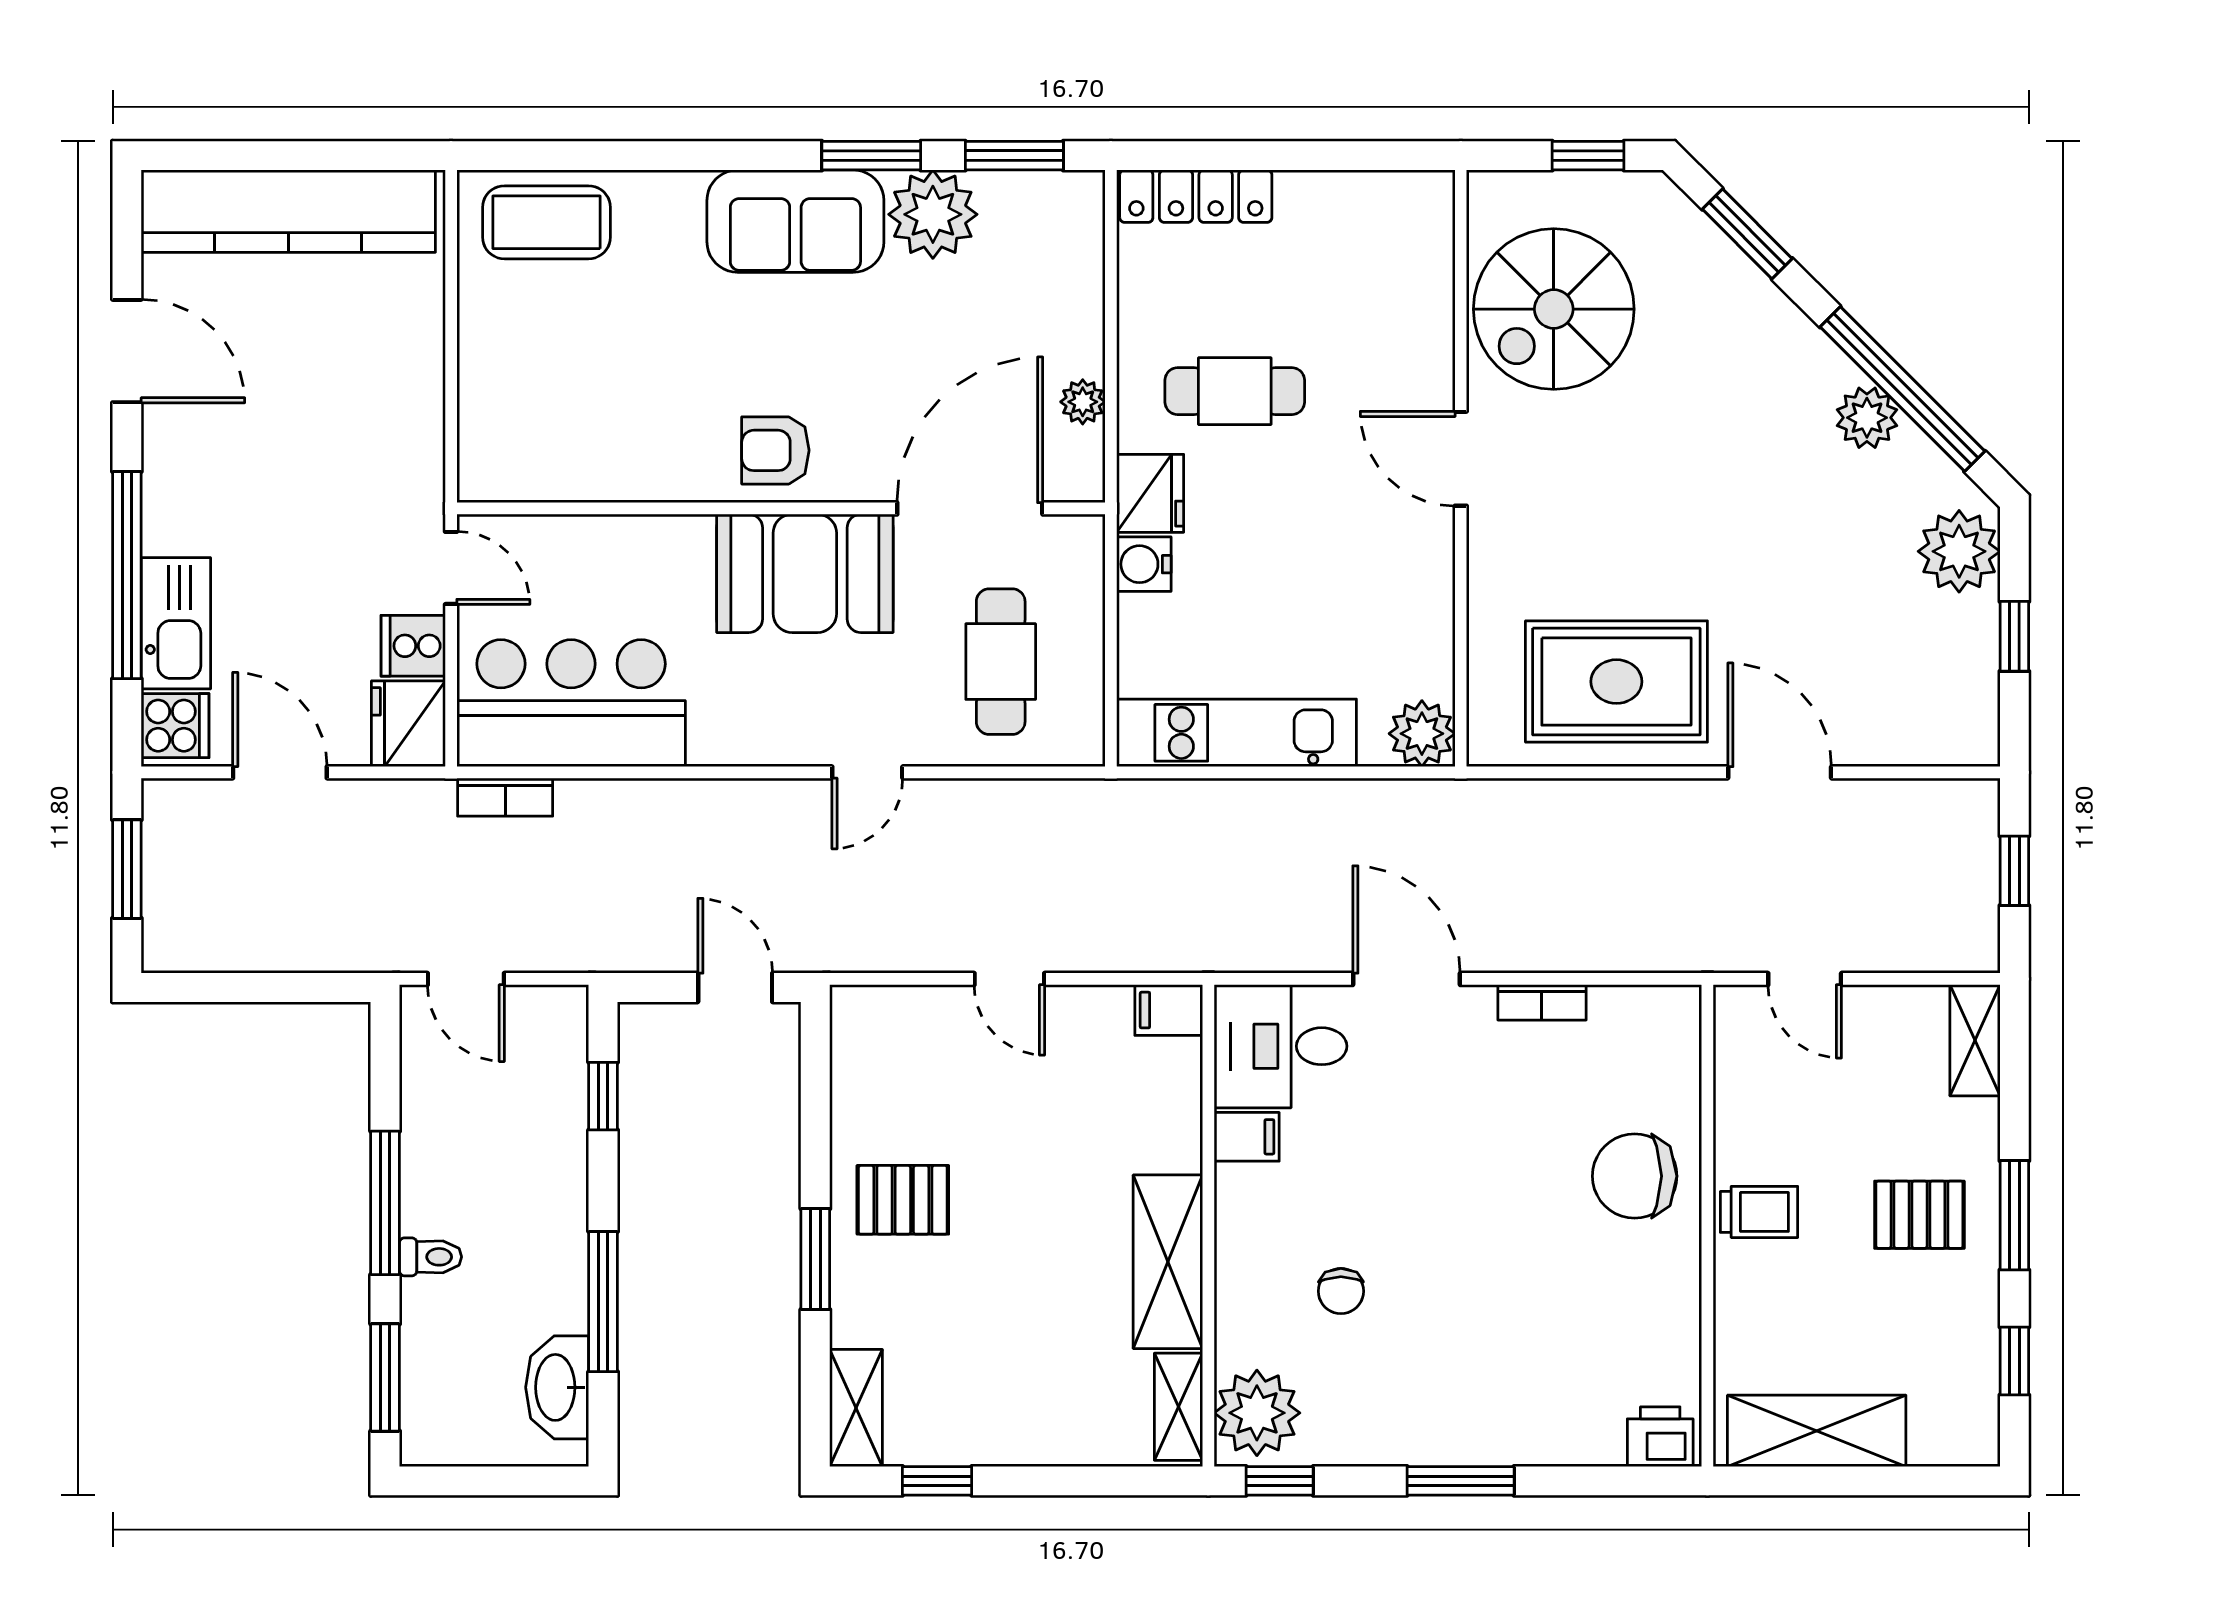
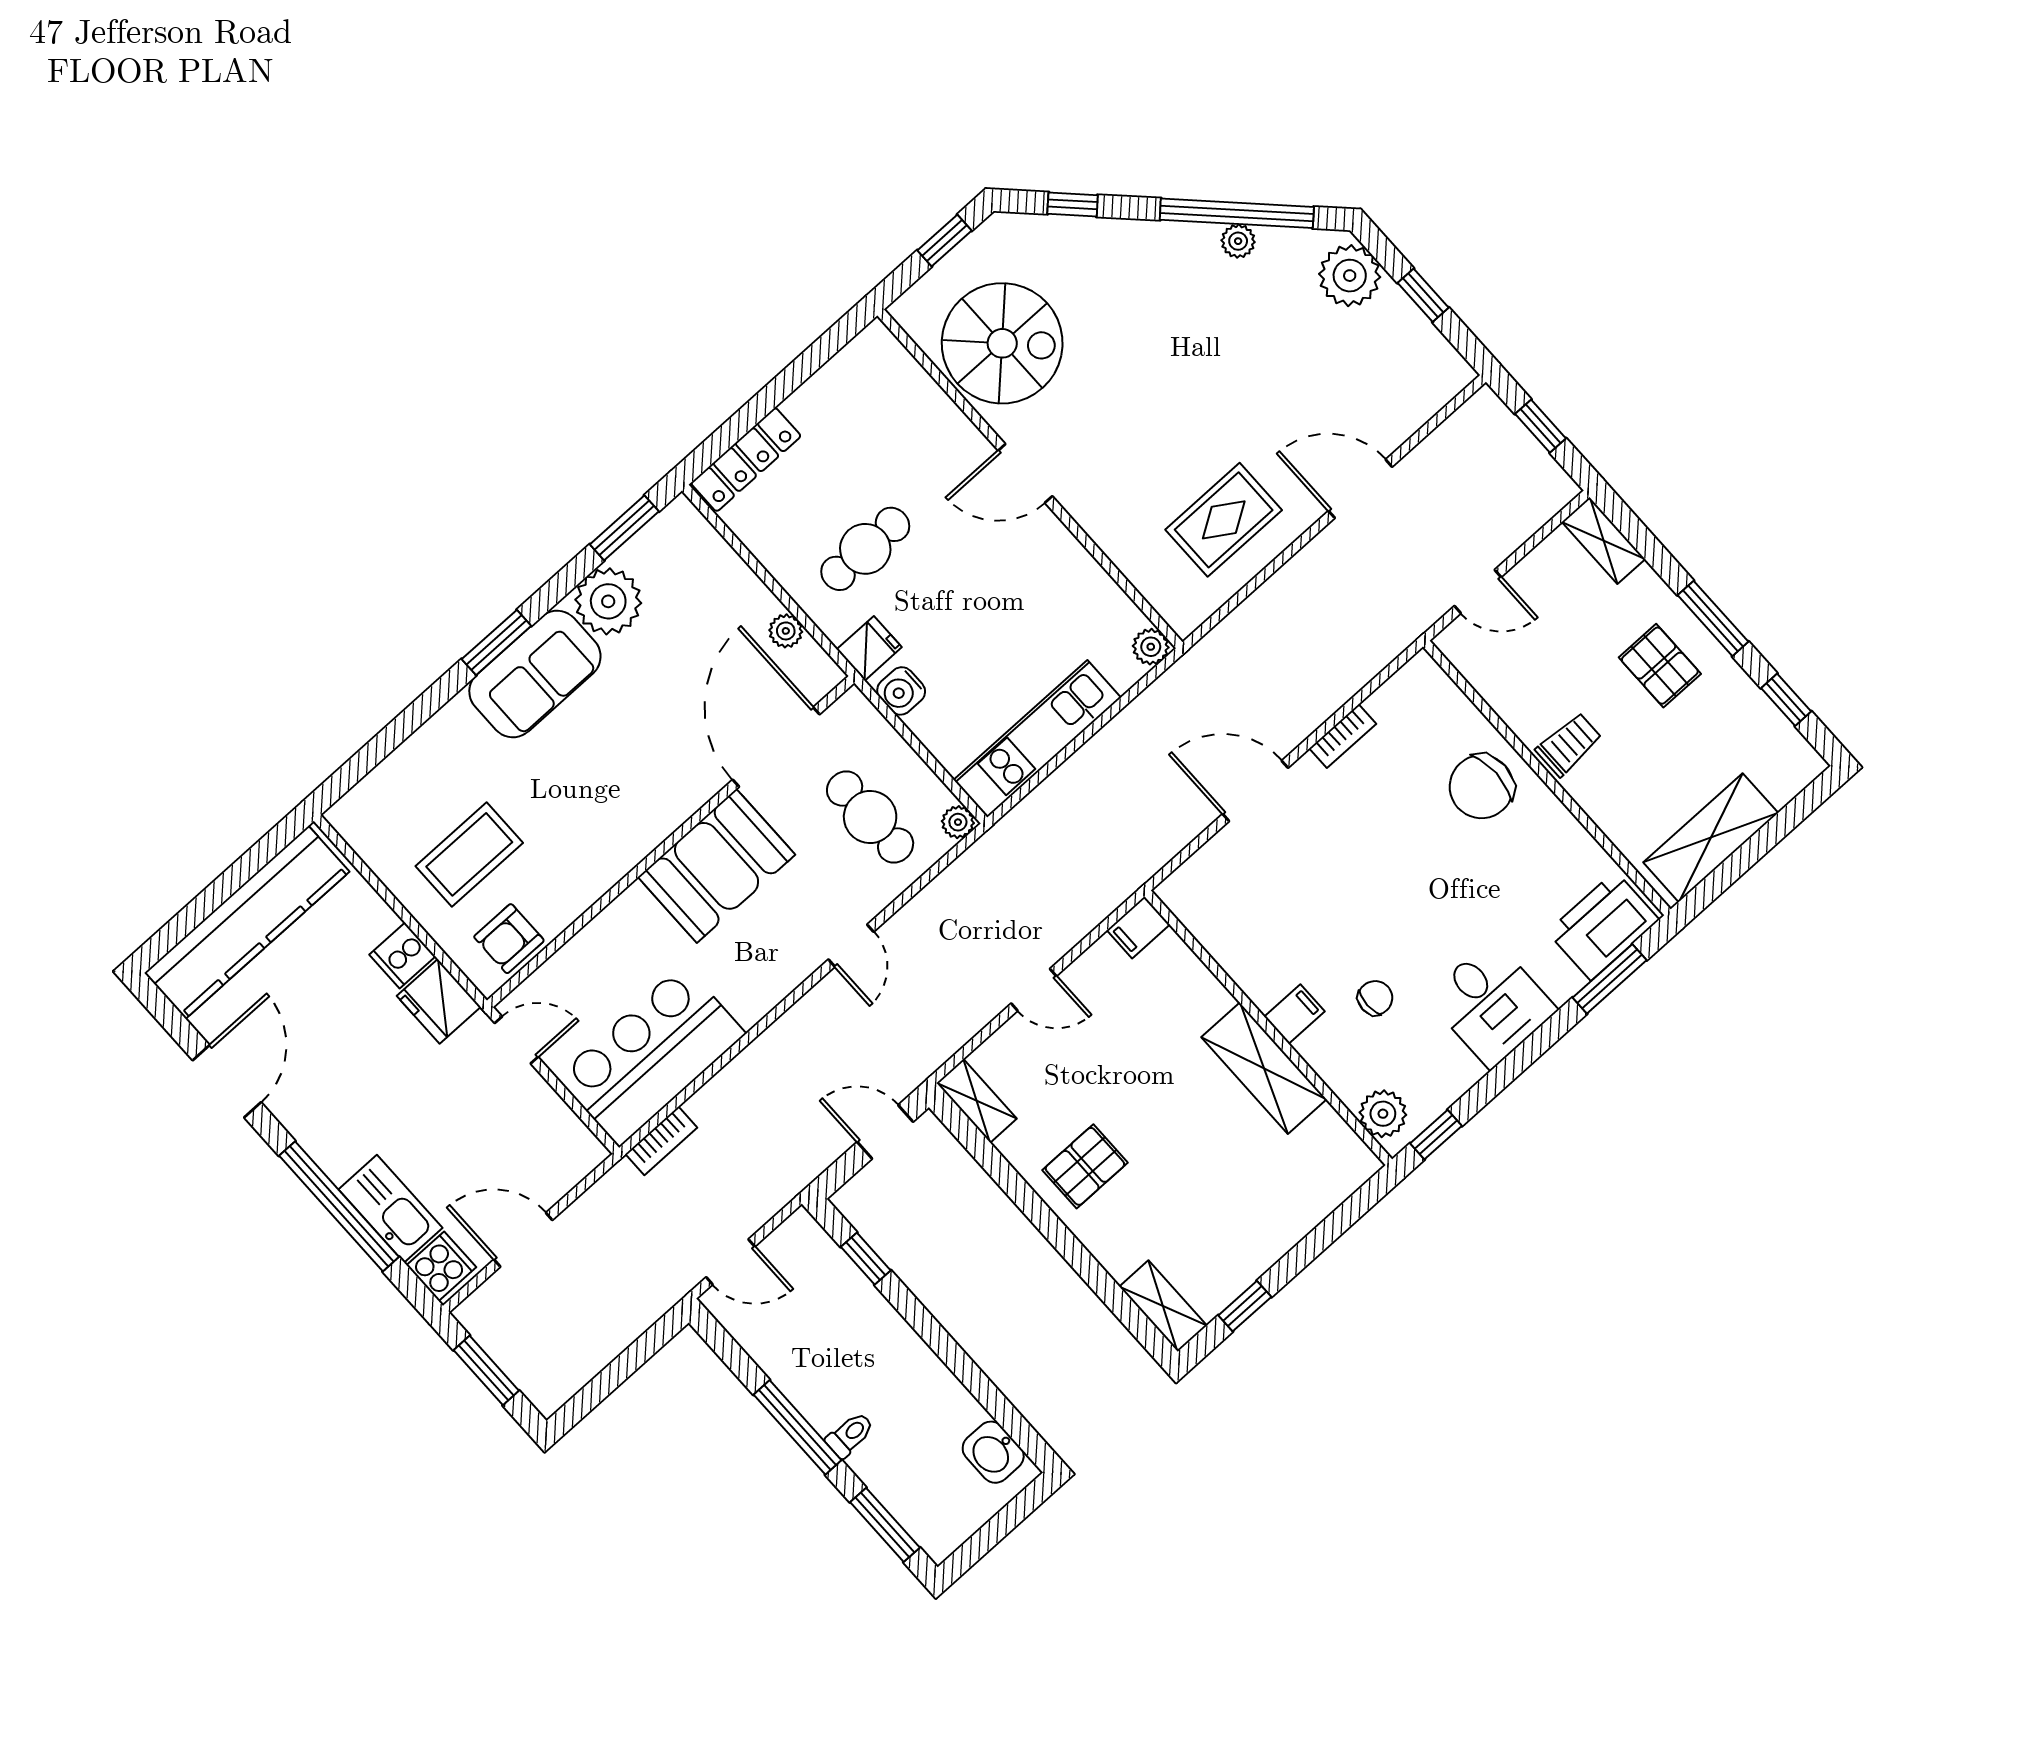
window: (871, 156) -> (496, 643), moved
coffee table: (546, 222) -> (469, 854), moved
window: (1747, 234) -> (1073, 204), width x0.67
spiral stairs: (1554, 309) -> (1002, 343), turned -90
door: (127, 351) -> (227, 1081), hinge flipped
plant: (1867, 418) -> (1238, 241), width x0.73, depth x0.73
armchair: (775, 450) -> (509, 939), moved
fridge: (1150, 493) -> (869, 648), width x0.72
cooker: (413, 646) -> (402, 955), moved
rug: (1616, 682) -> (1224, 520), width x0.73, depth x0.70
fridge: (408, 724) -> (439, 1001), moved
plant: (1422, 734) -> (1151, 647), width x0.73, depth x0.73
plant: (1083, 745) -> (958, 822), added
desk: (1280, 1046) -> (1491, 1004), moved, turned -90
filing cabinet: (1247, 1137) -> (1295, 1014), moved
pallet: (1919, 1215) -> (1660, 666), turned 90
window: (815, 1259) -> (1066, 1243), removed
chair: (1341, 1291) -> (1375, 998), turned -90
window: (603, 1302) -> (969, 1373), removed
washbasin: (557, 1387) -> (993, 1452), width x0.72
shelving: (1178, 1407) -> (977, 1101), moved
plant: (1257, 1413) -> (1383, 1114), width x0.73, depth x0.73
printer: (1660, 1437) -> (1603, 926), width x1.87, depth x1.48
window: (1461, 1481) -> (1610, 979), moved

